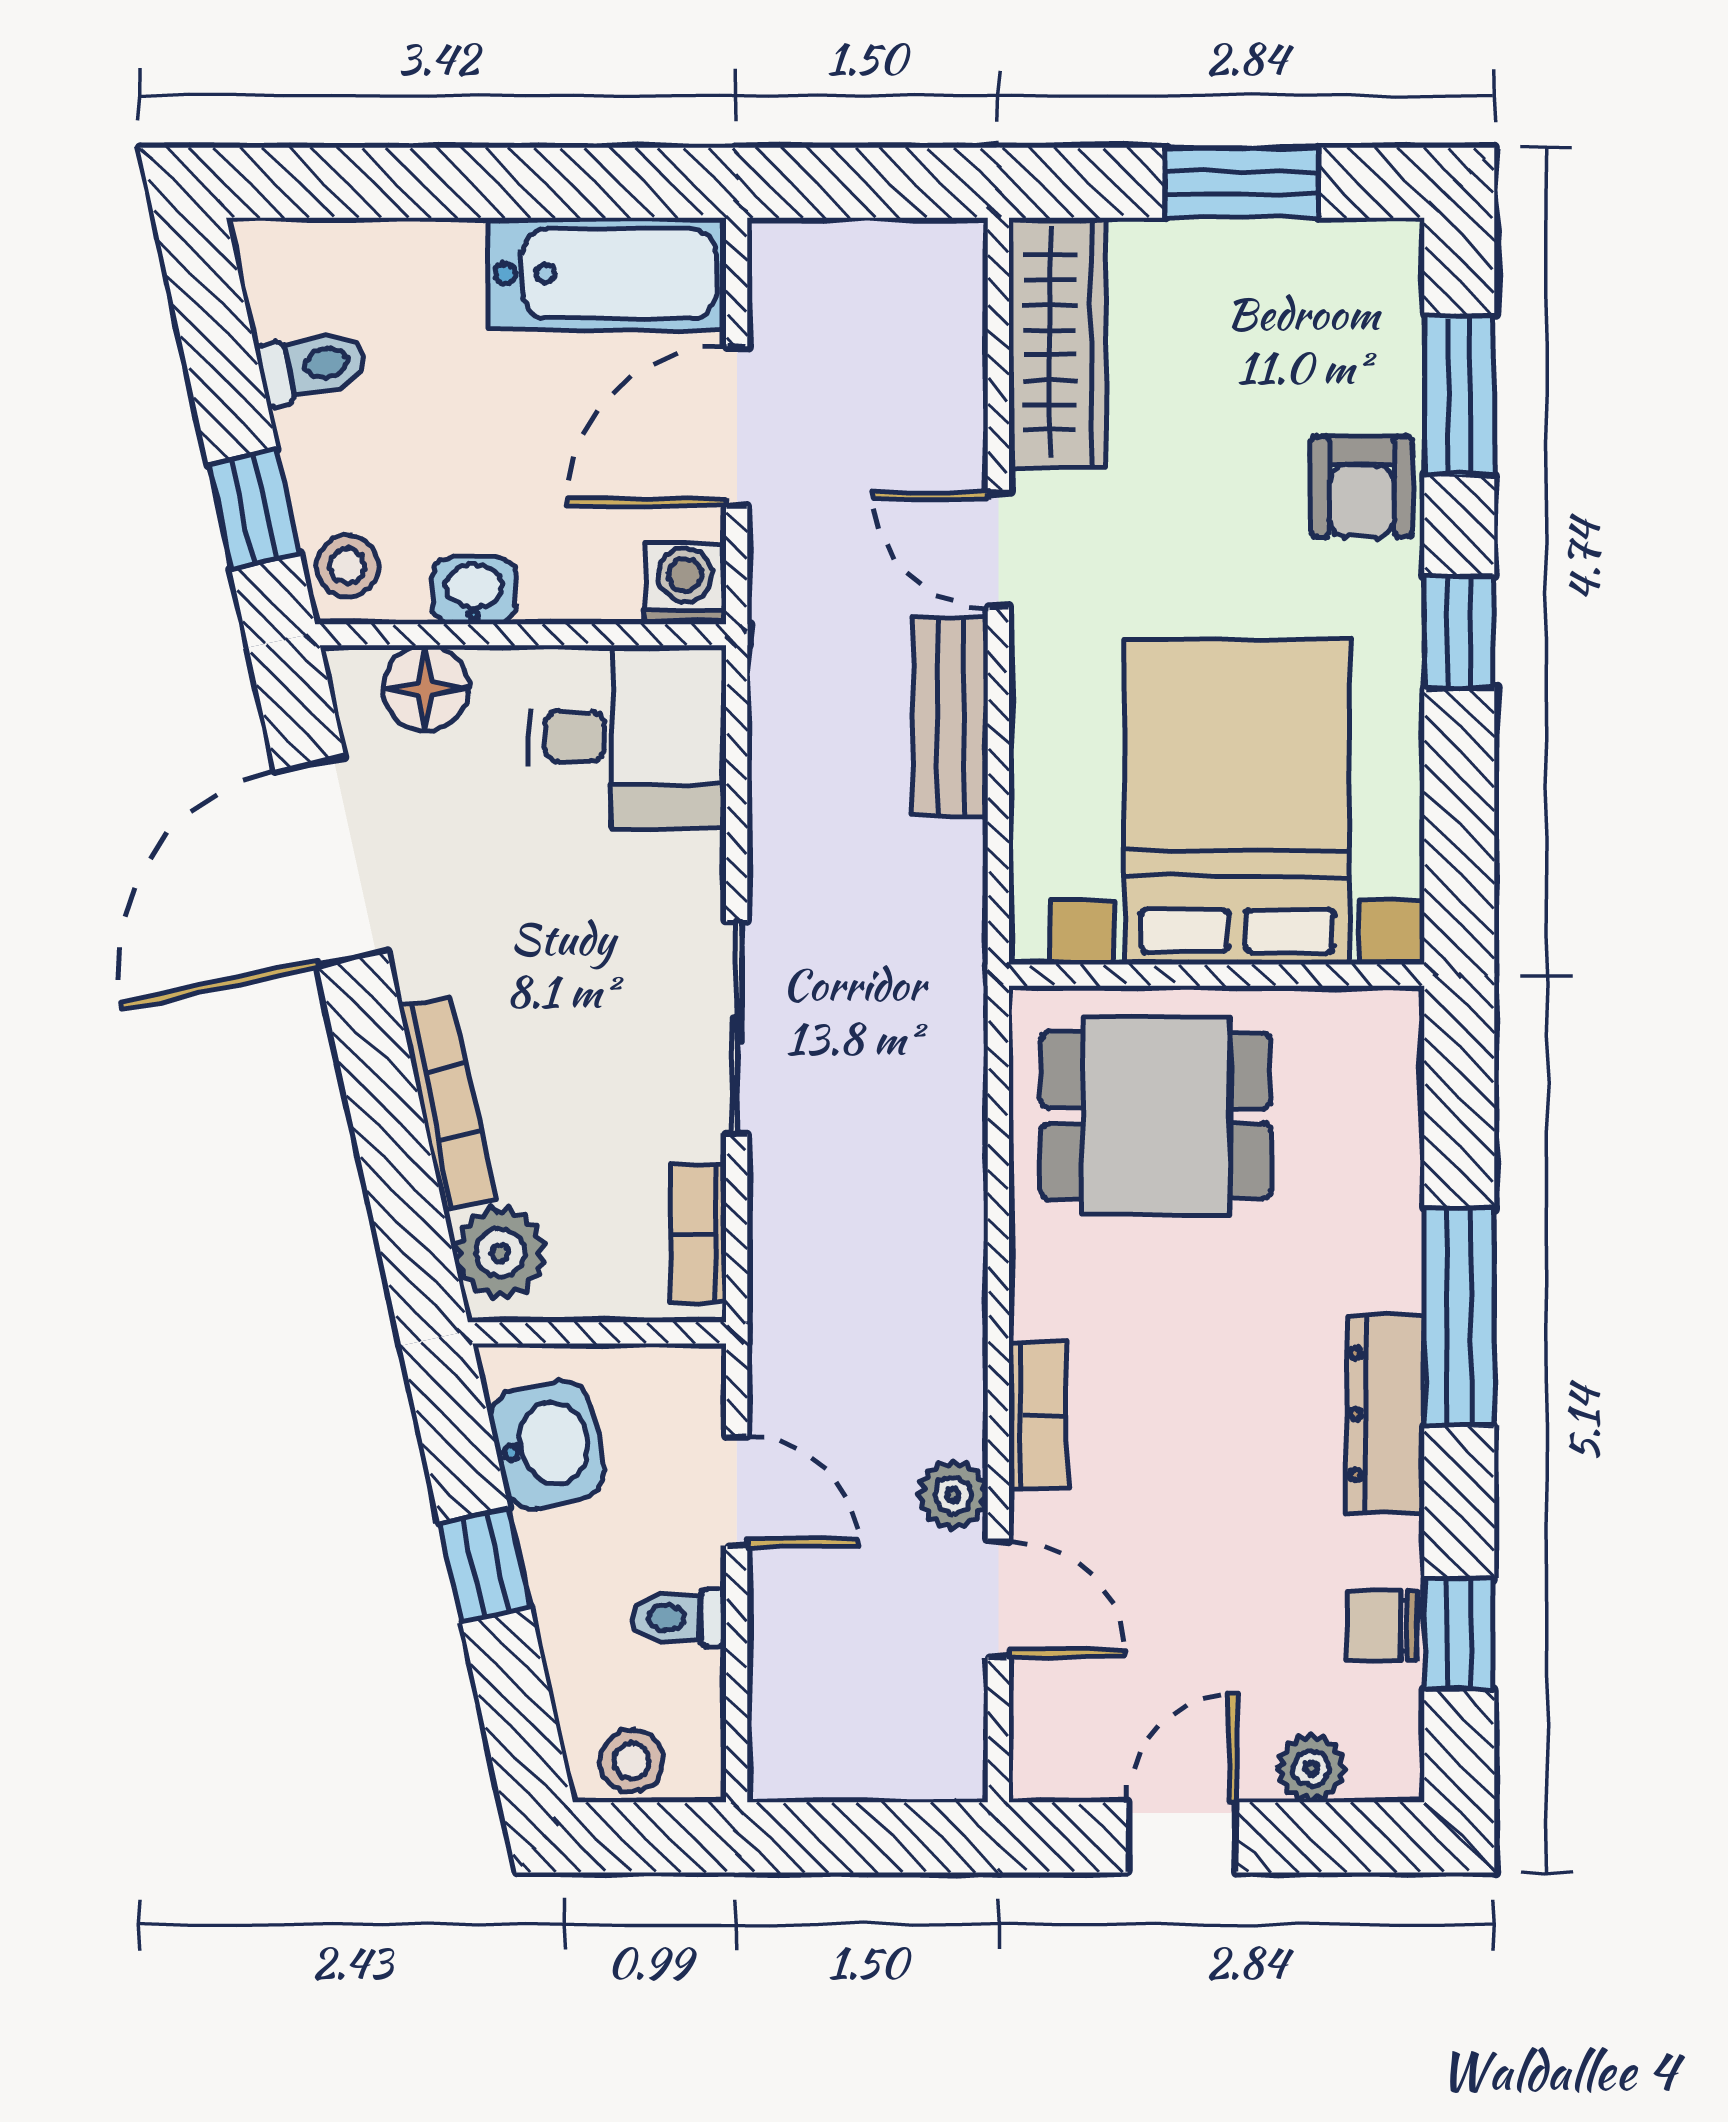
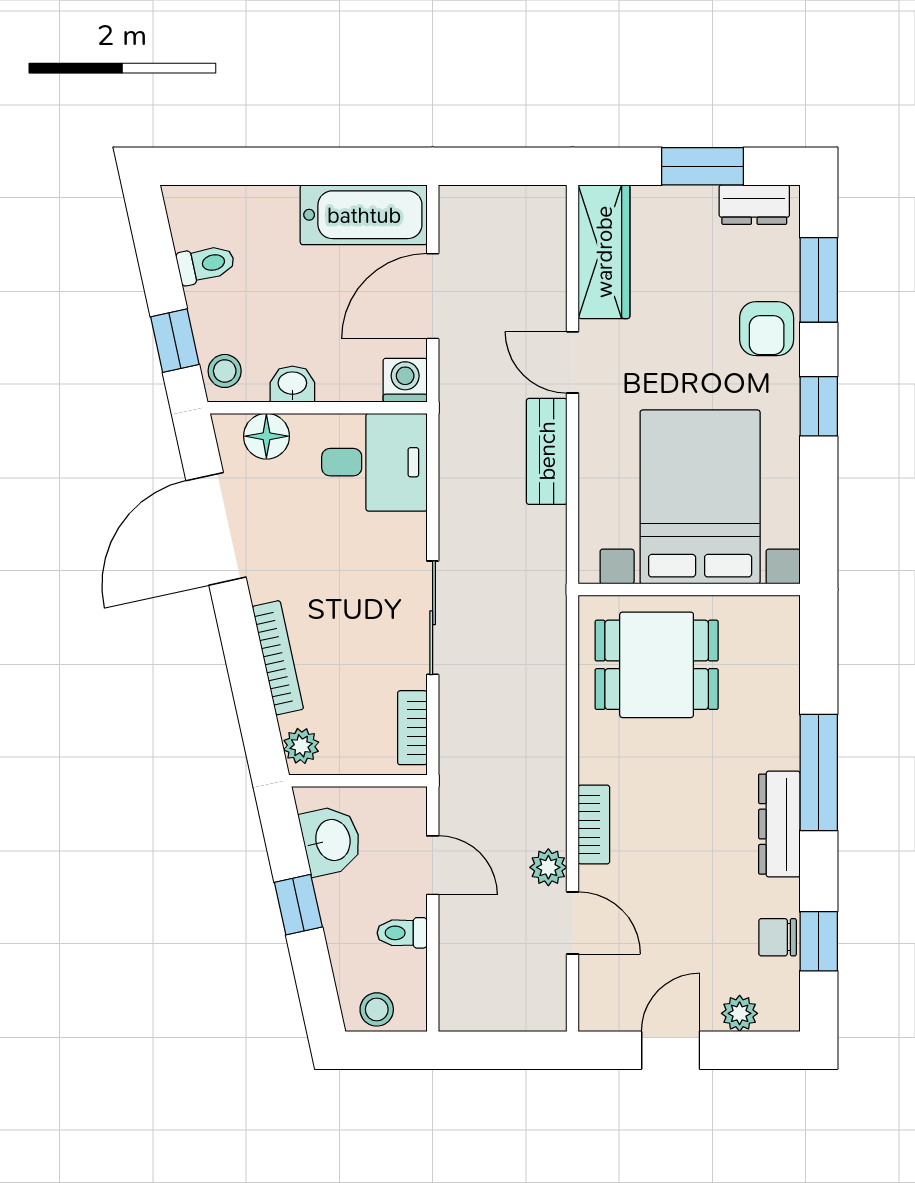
dresser: (1339, 255) -> (754, 205), added
plant: (500, 1253) -> (301, 746), width x0.73, depth x0.73

